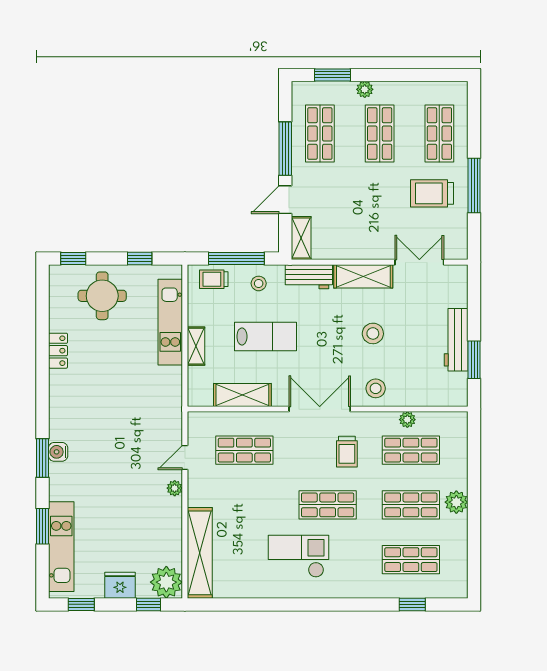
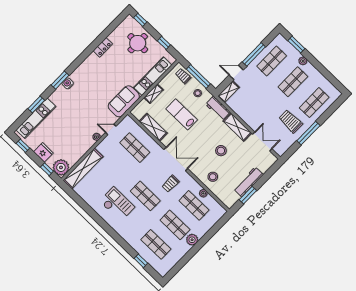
lab bench: (265, 336) -> (182, 114), turned 180
stool: (376, 388) -> (213, 177), moved
sofa: (164, 399) -> (124, 101), added

